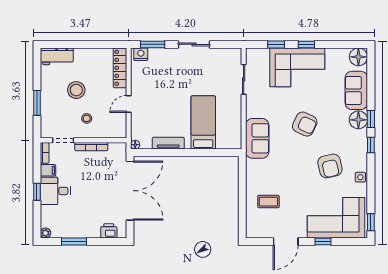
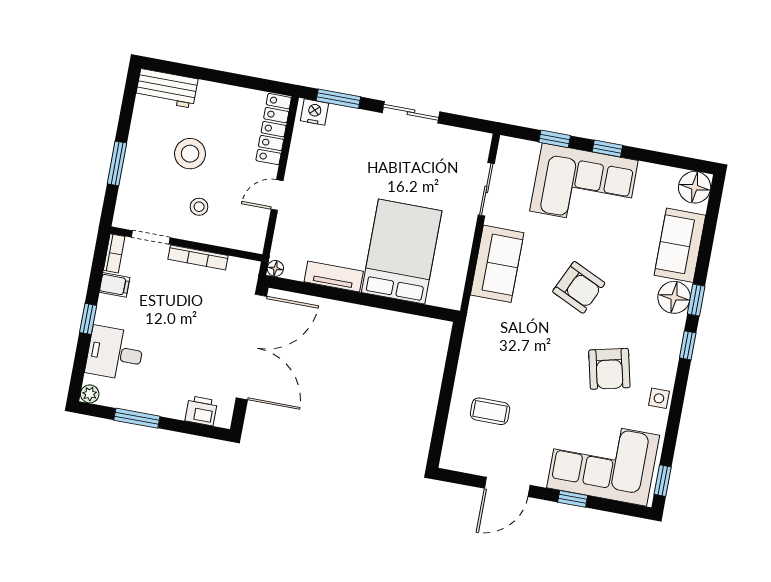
bed: (203, 122) -> (402, 252), width x1.50
sofa: (257, 138) -> (497, 264), moved
desk: (55, 191) -> (115, 353), moved

